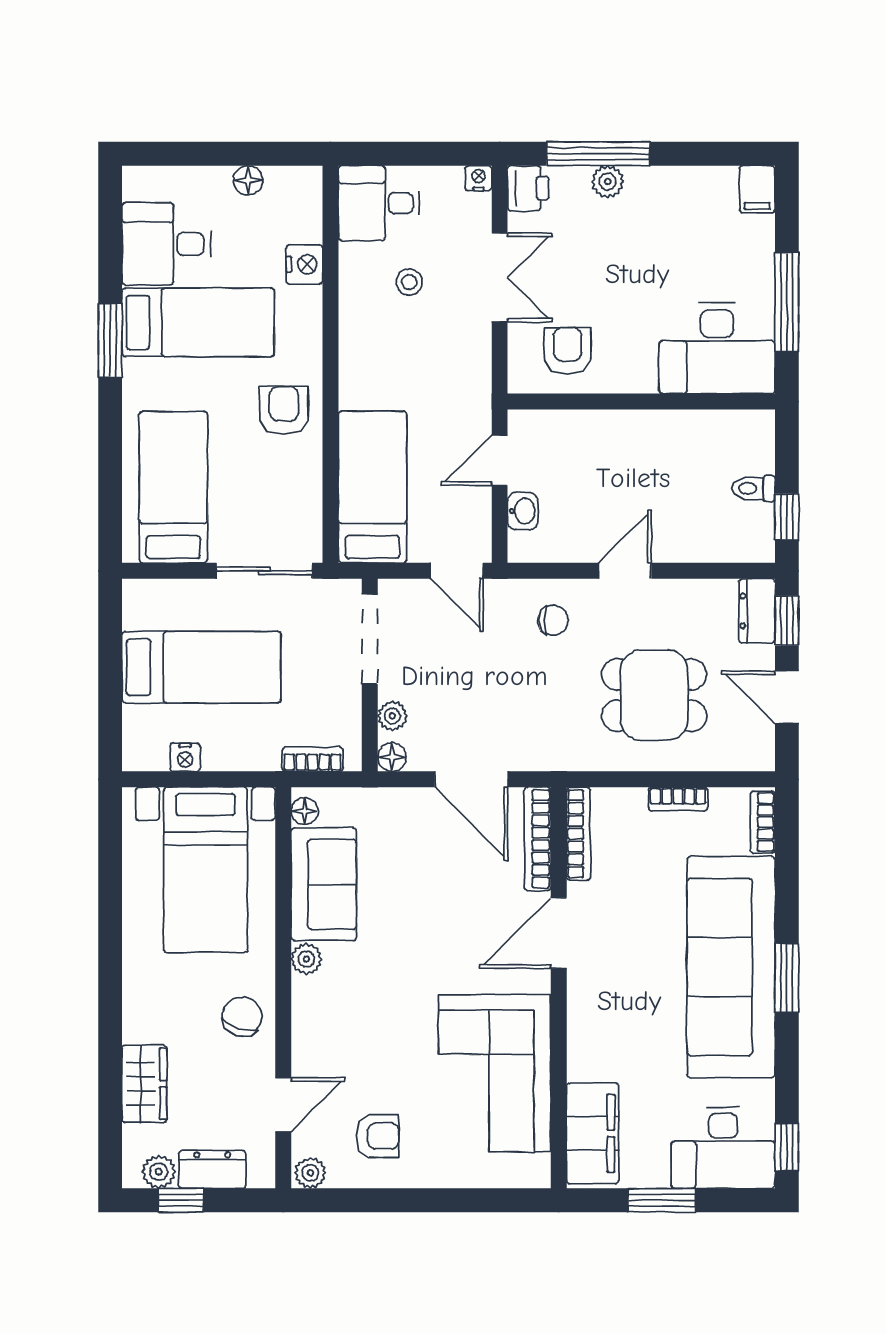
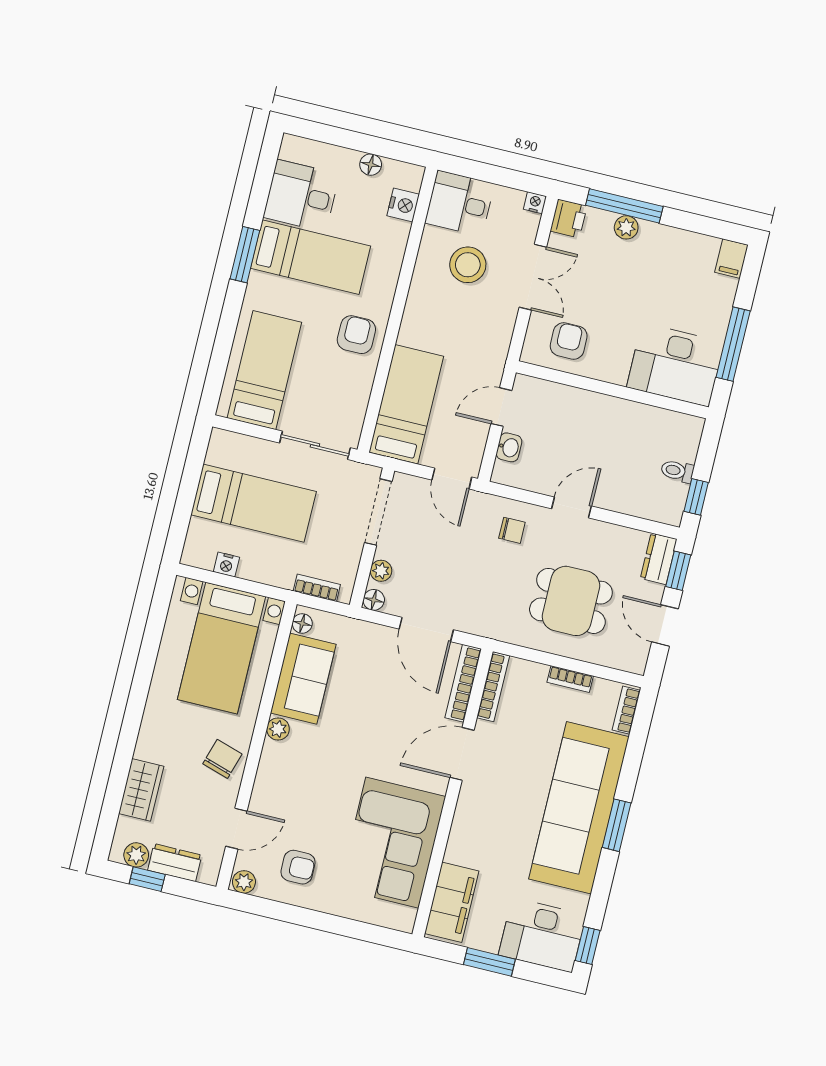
nightstand: (304, 264) -> (403, 205), moved
stool: (409, 282) -> (468, 265), width x1.89, depth x1.89

